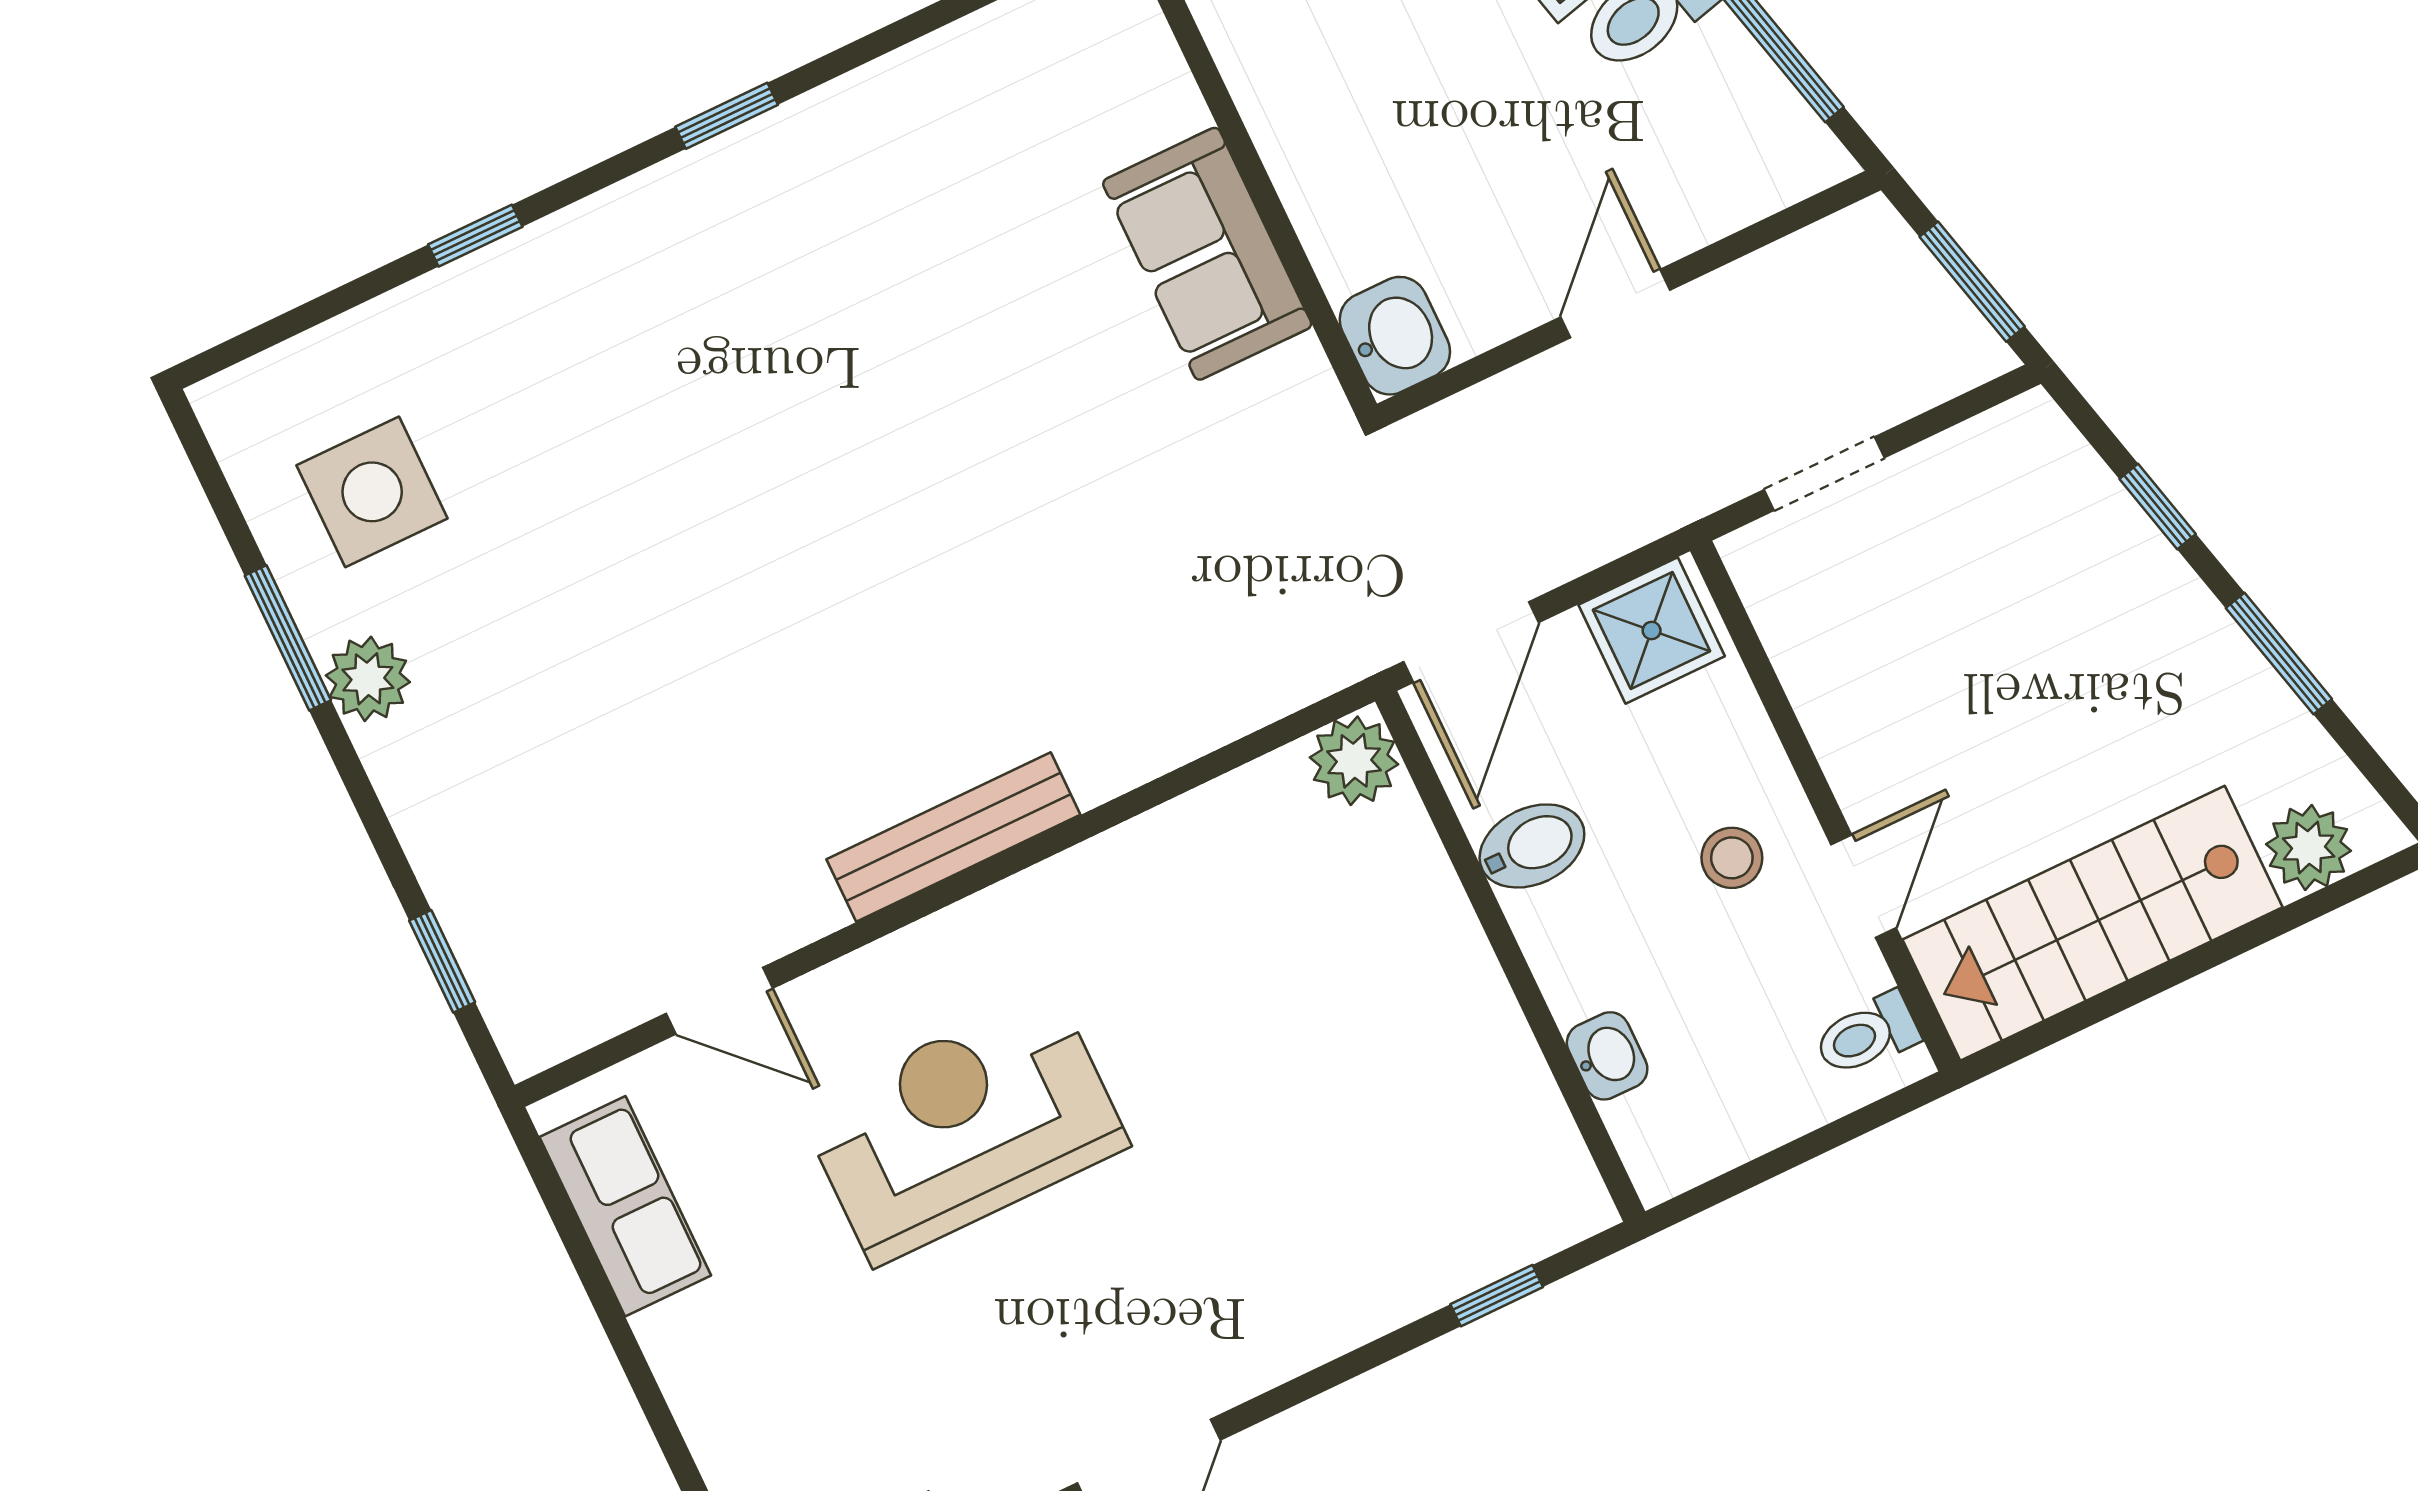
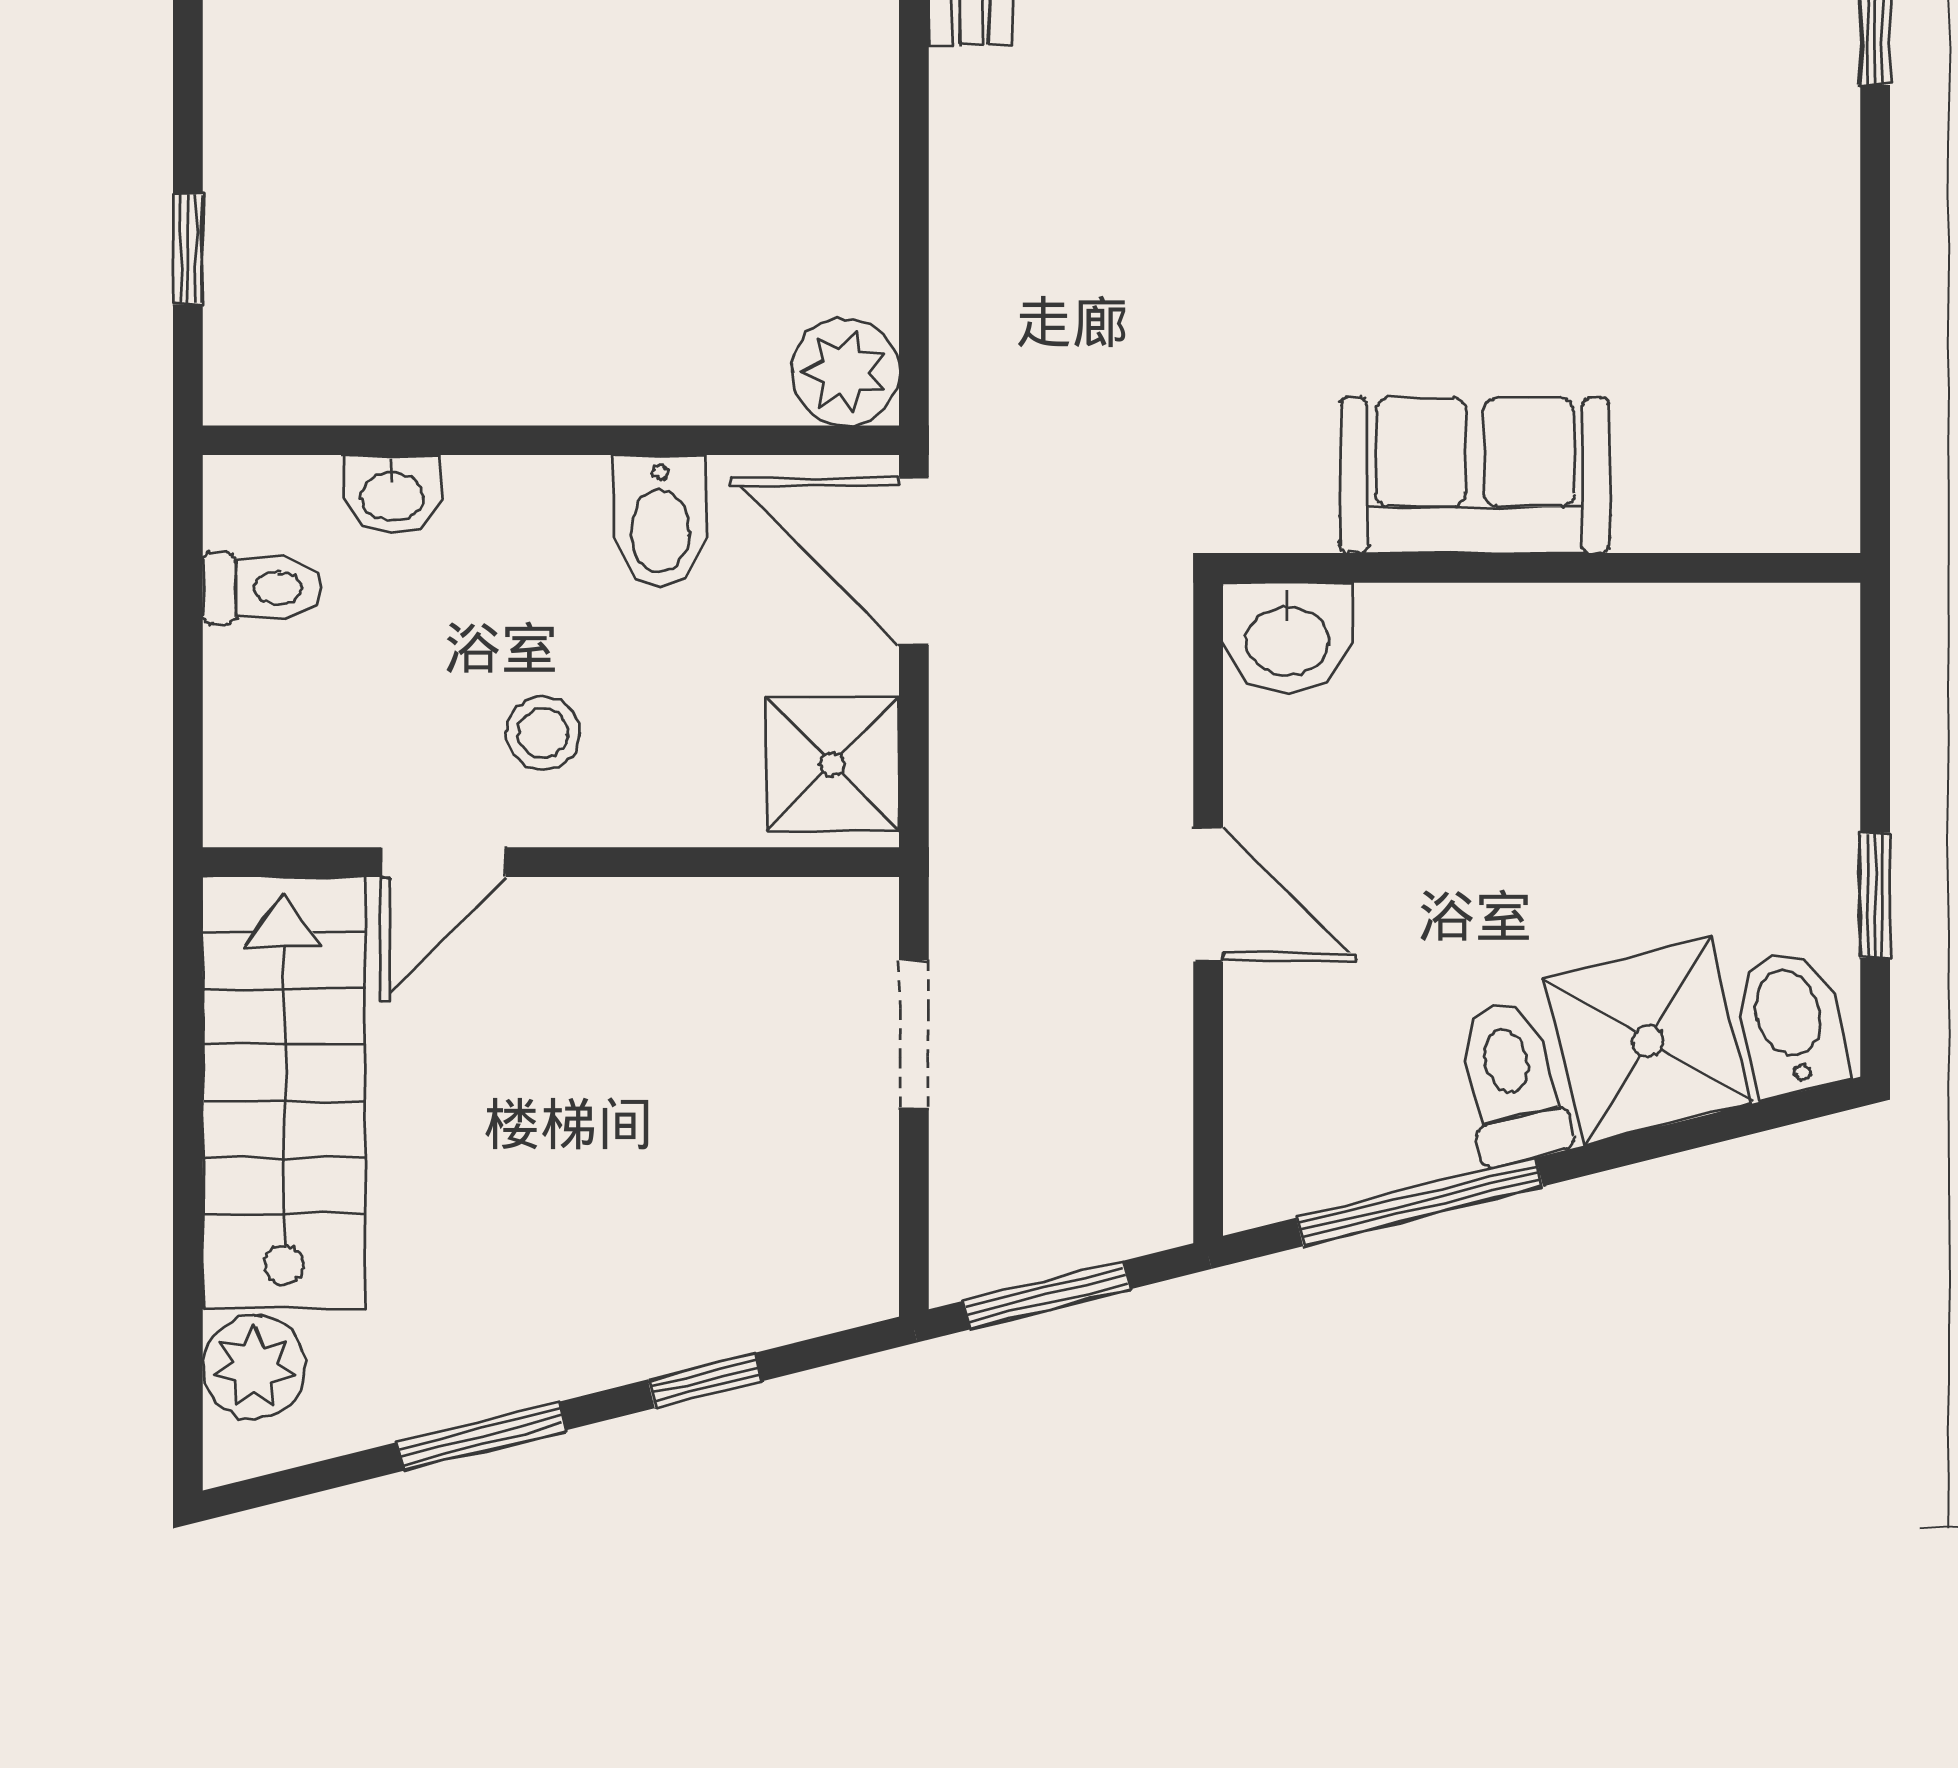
door: (1863, 886) -> (444, 862), hinge flipped
toilet: (1867, 1035) -> (262, 588), moved, turned 90

